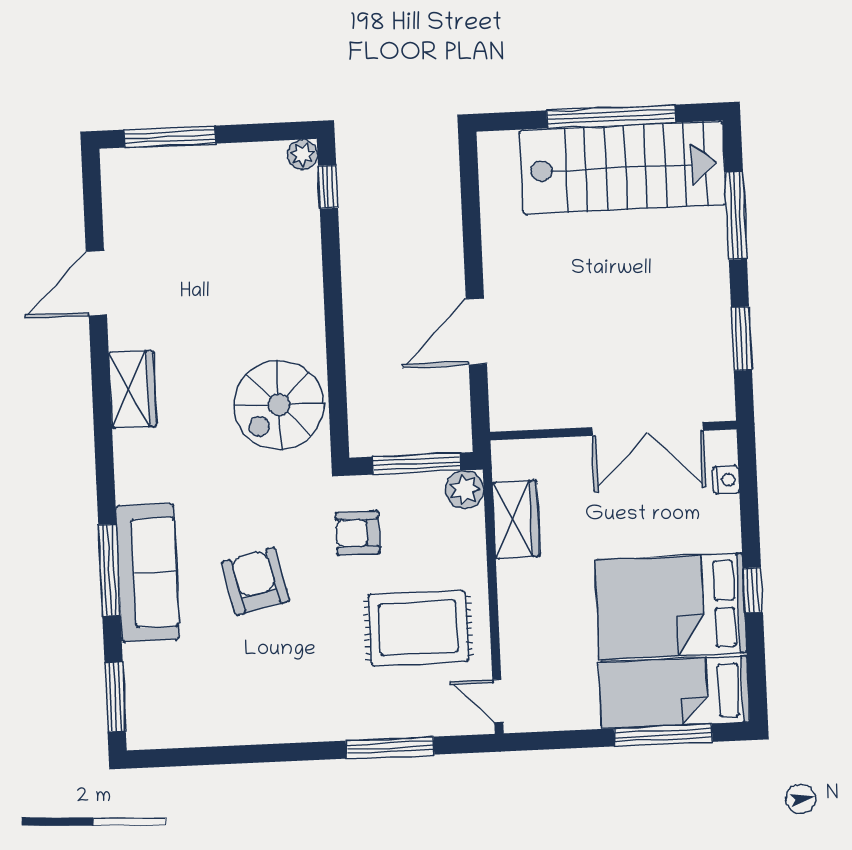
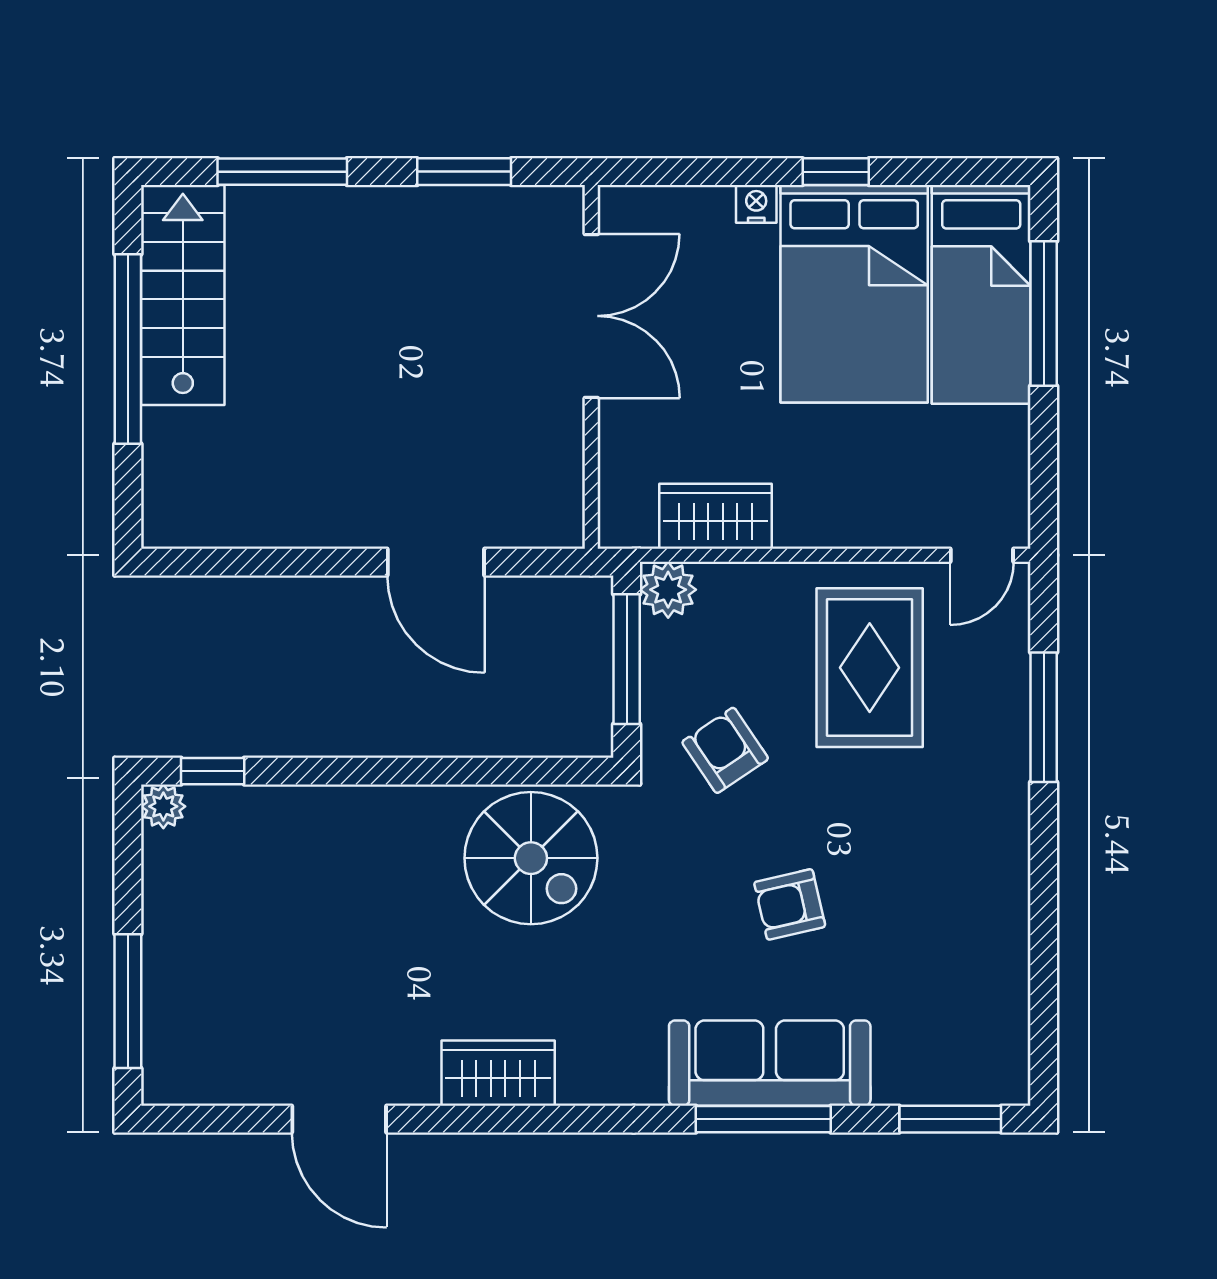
stairs: (623, 167) -> (183, 295), width x0.73, depth x0.66
nightstand: (726, 480) -> (756, 204), moved
armchair: (358, 533) -> (725, 750), turned 146
armchair: (256, 581) -> (790, 904), width x0.72, depth x0.72

